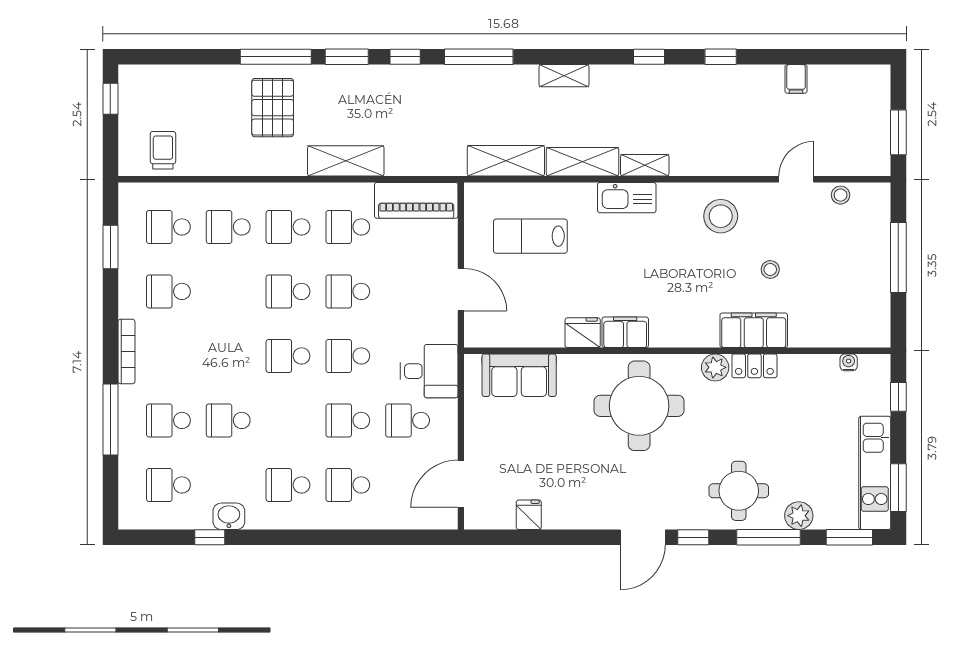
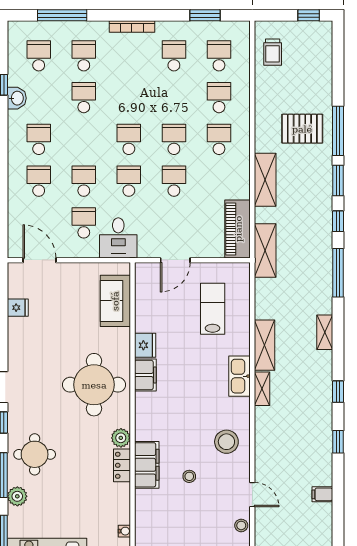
trolley: (163, 150) -> (273, 52), turned 90
shelving: (506, 161) -> (265, 251), moved
school desk: (348, 227) -> (219, 181), removed
window: (110, 420) -> (62, 15), moved

